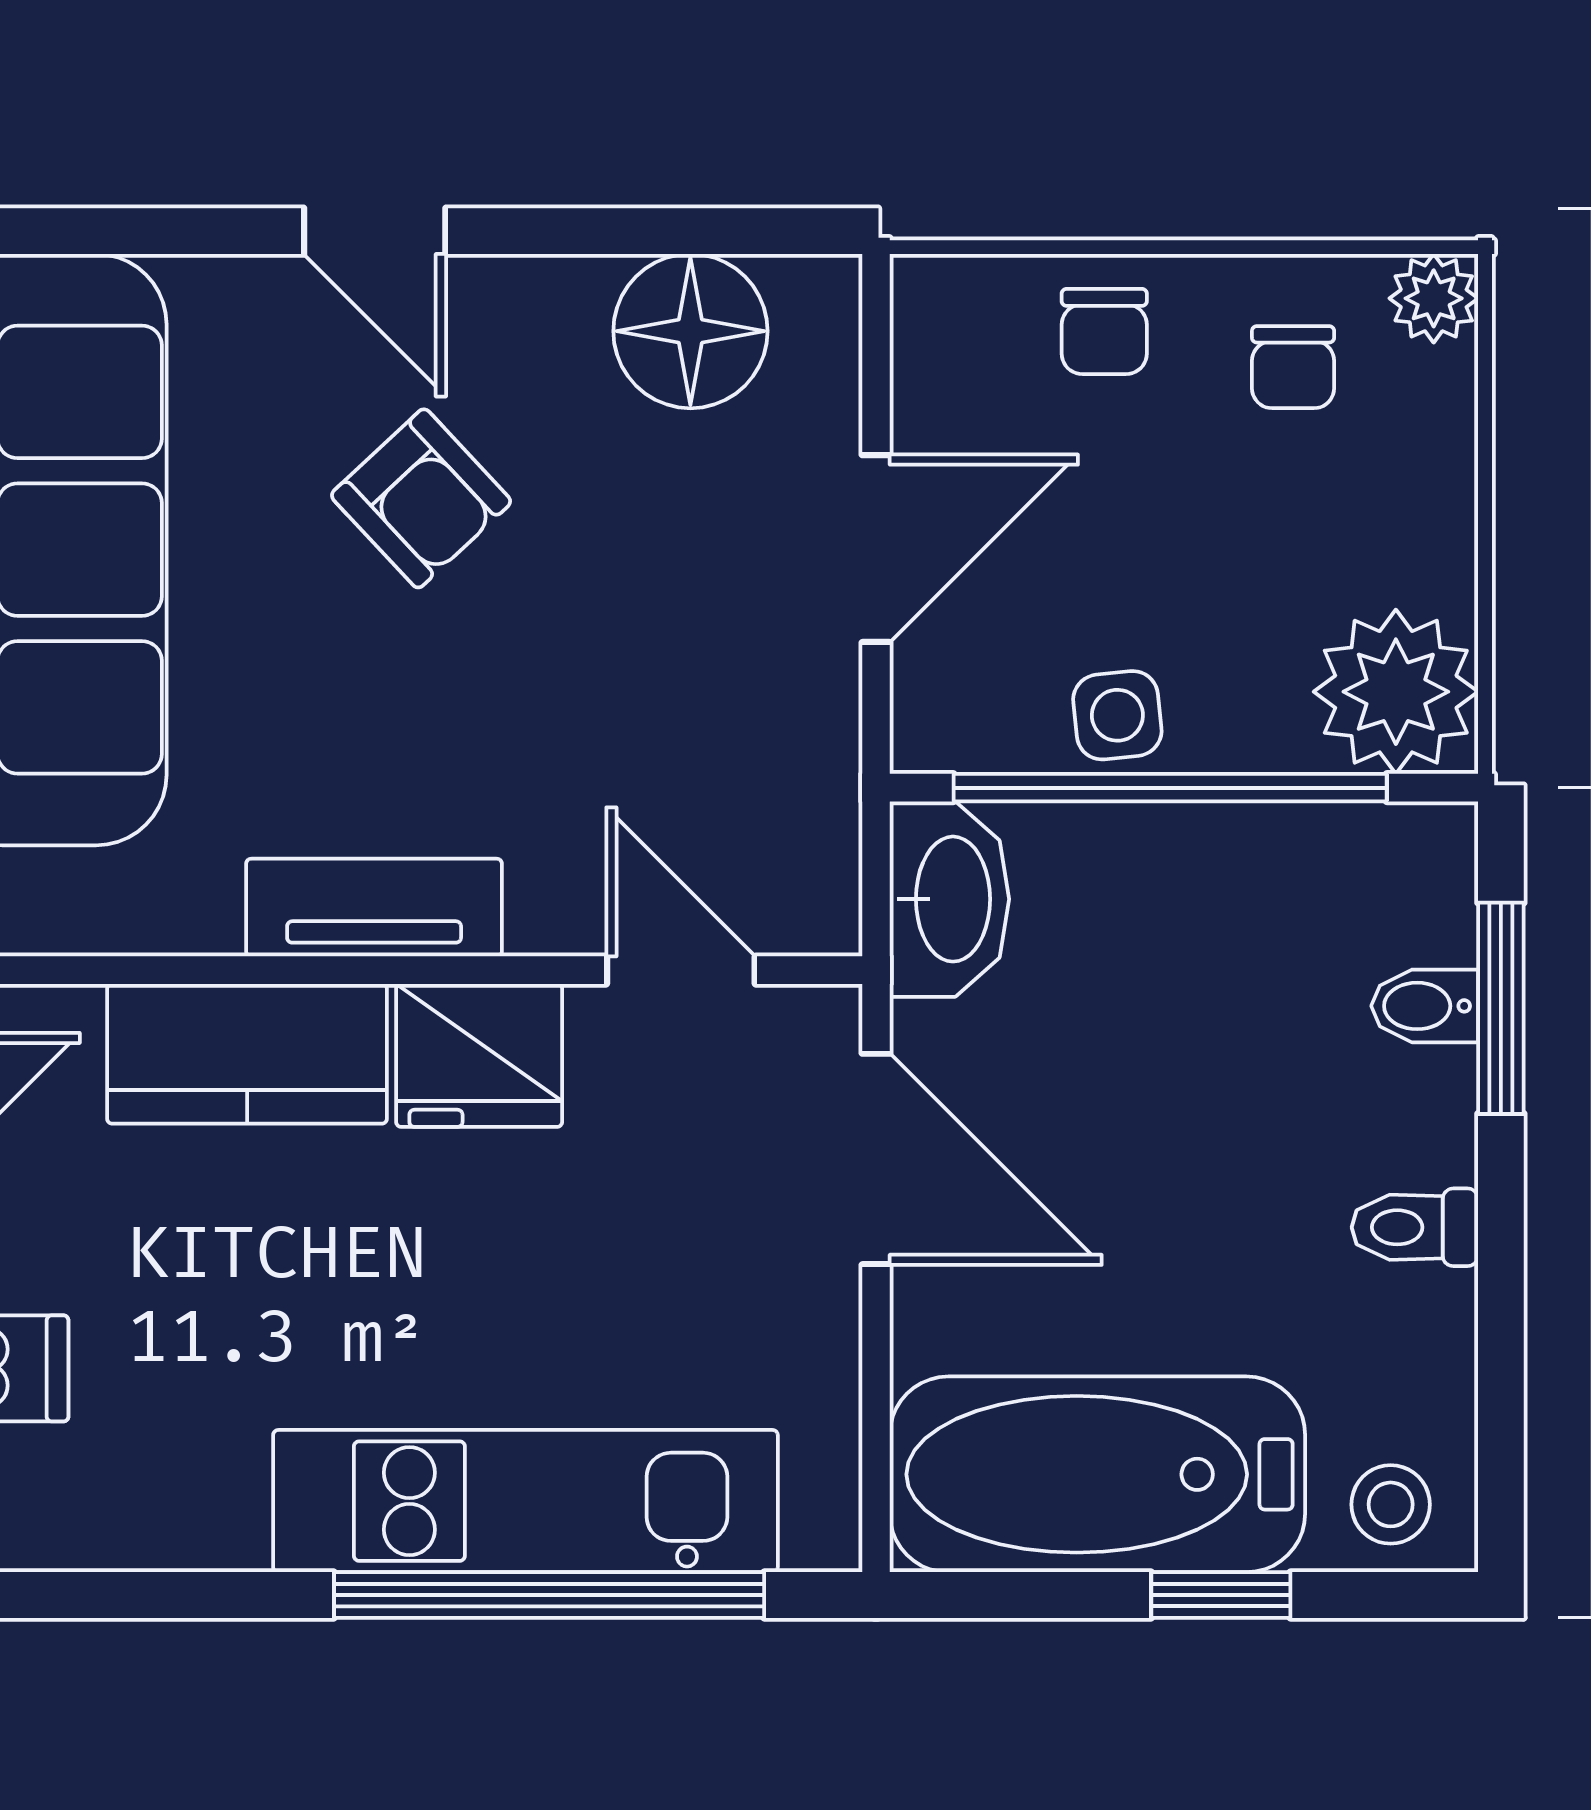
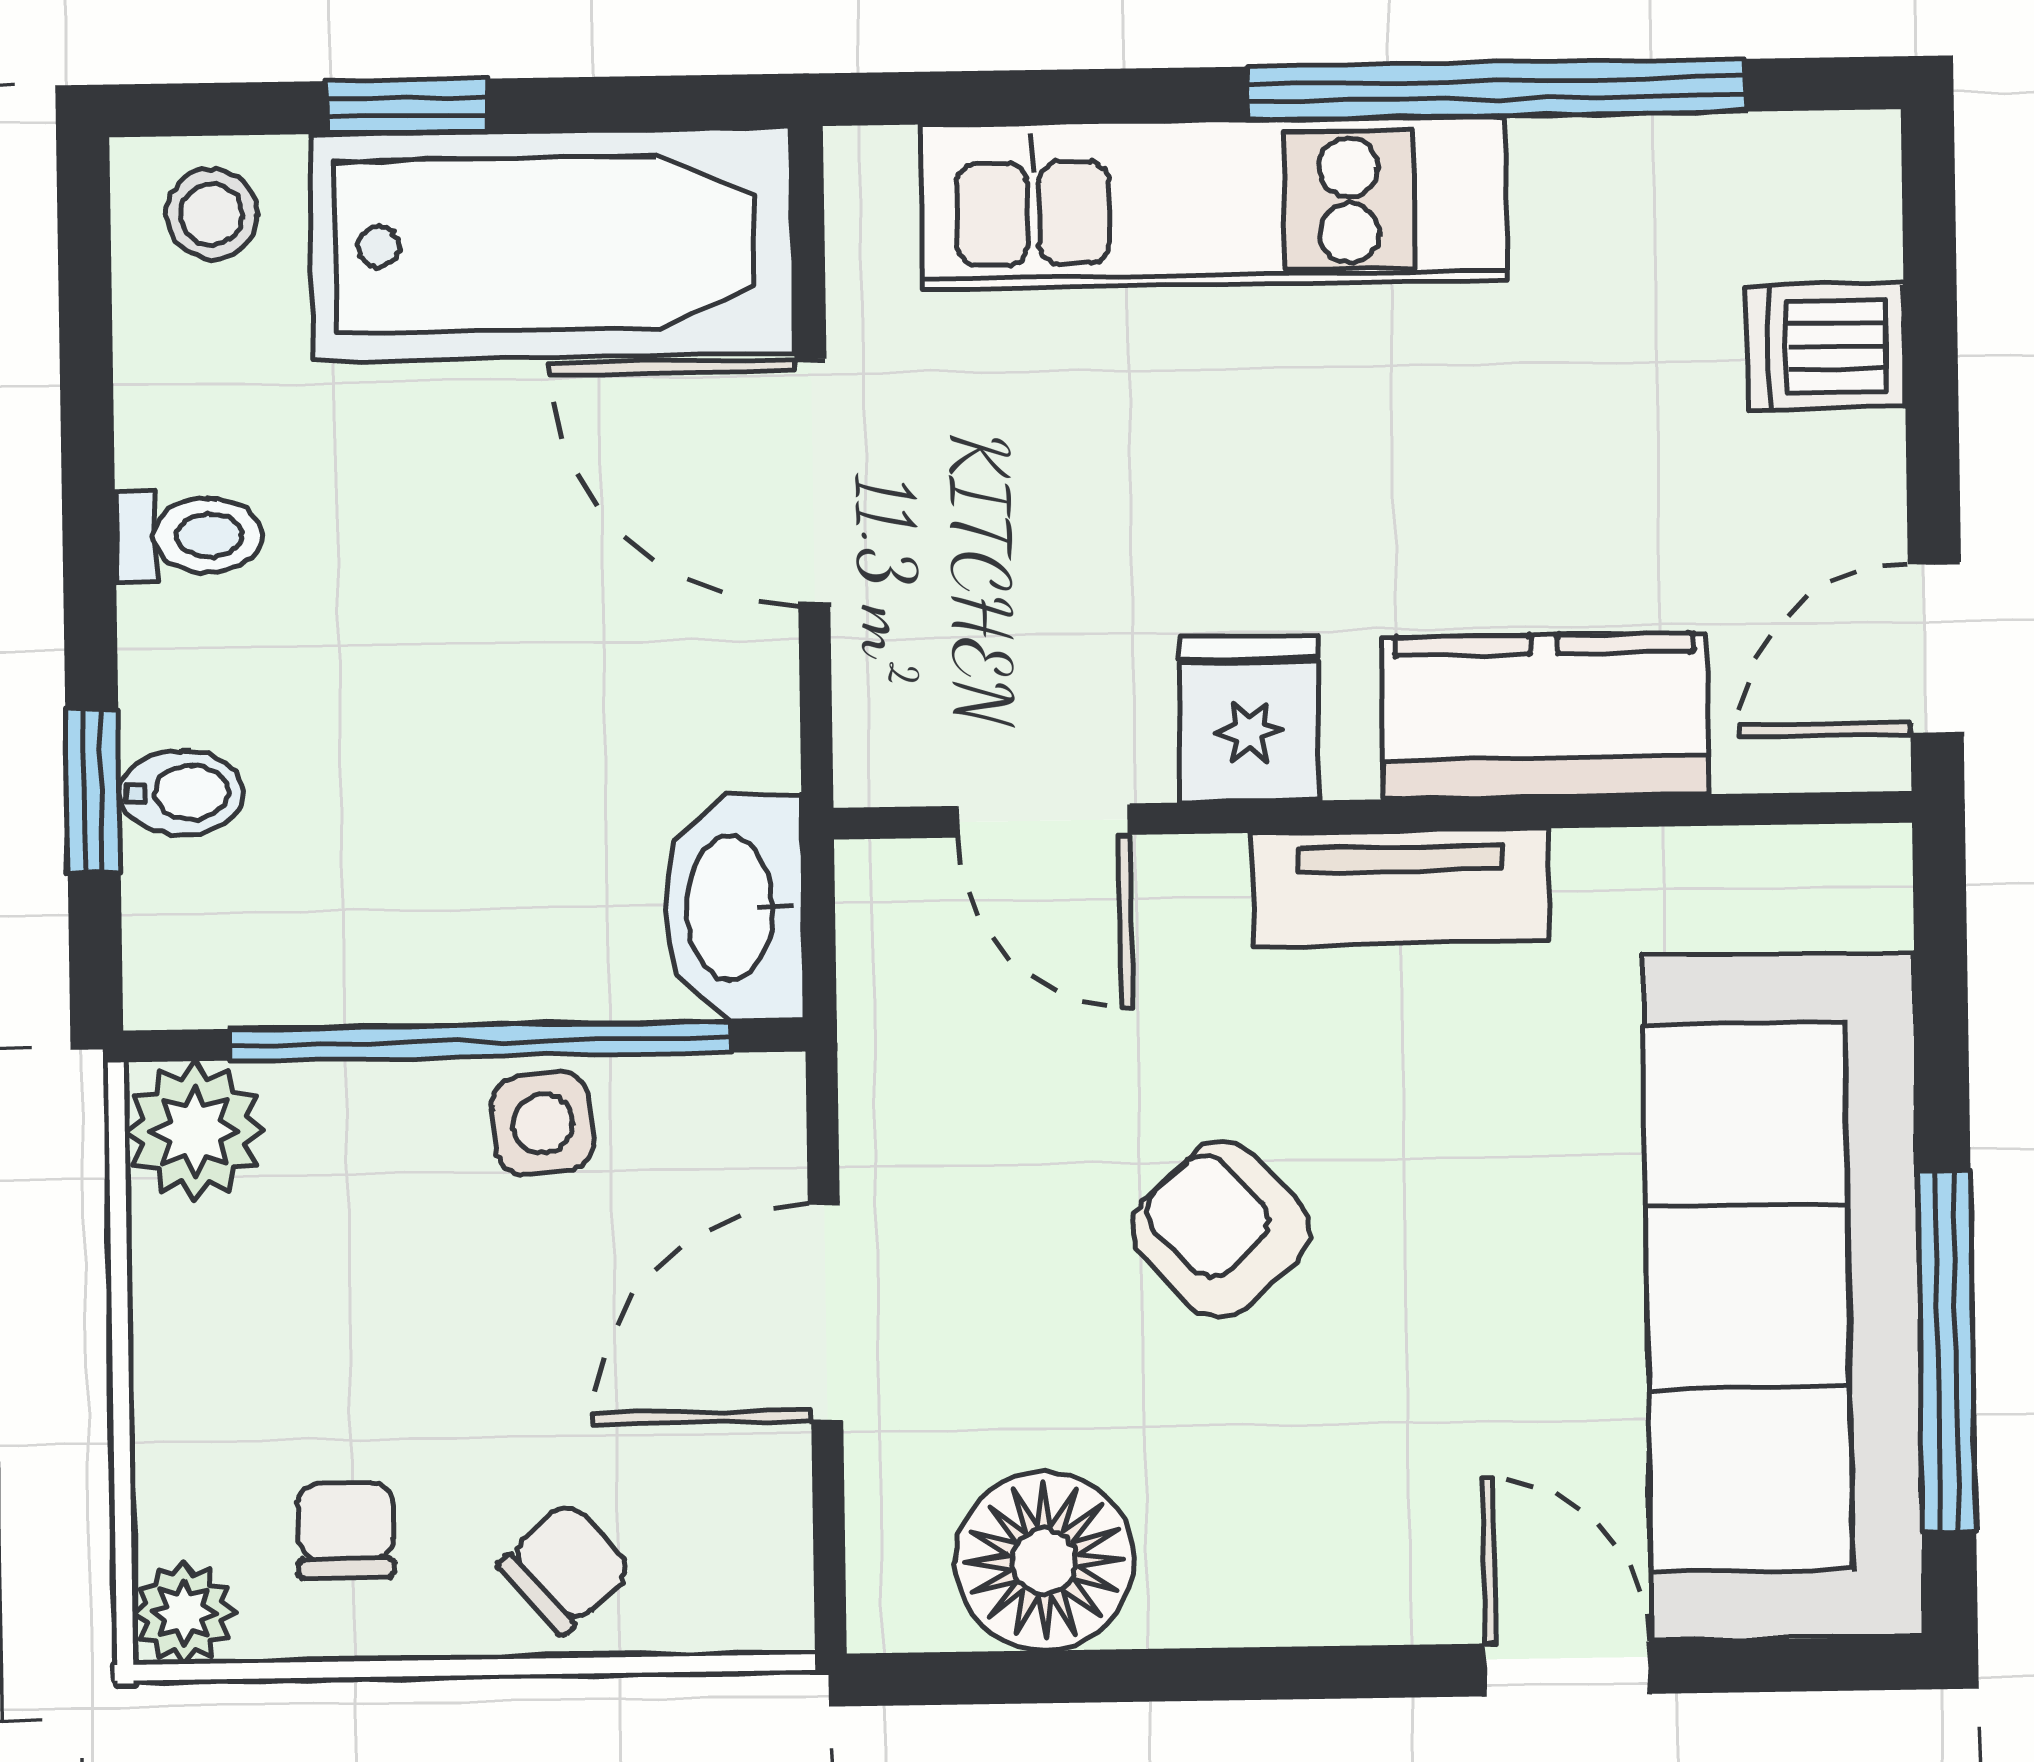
door: (375, 231) -> (1567, 1669), moved
chair: (1104, 331) -> (565, 1568), turned 48
armchair: (421, 498) -> (1220, 1229), moved
plant: (1396, 692) -> (195, 1131), width x0.73, depth x0.73
window: (1501, 1008) -> (93, 791), width x0.67
fridge: (479, 1055) -> (1249, 718), width x0.72
door: (876, 1159) -> (812, 482), moved
window: (549, 1595) -> (1497, 89), moved

